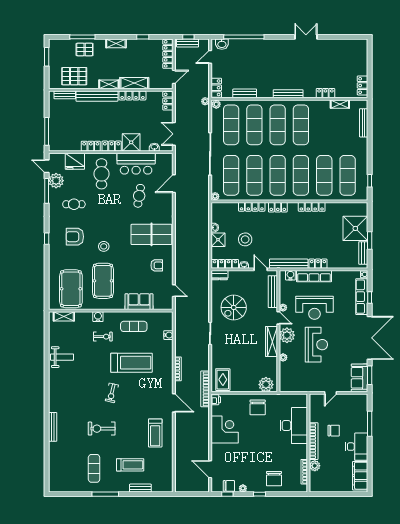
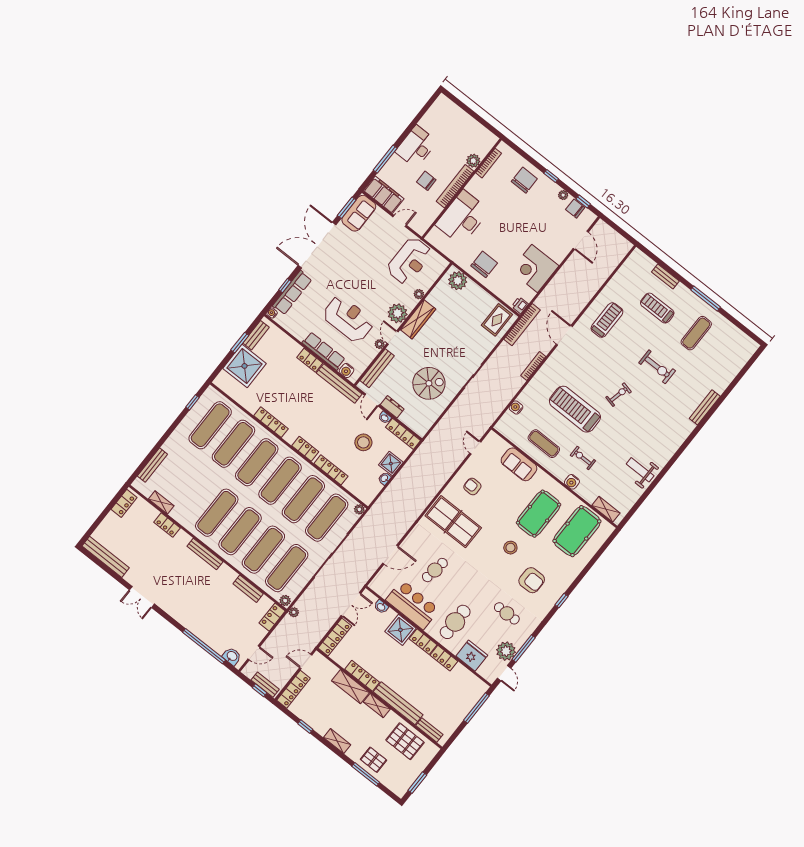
bench: (348, 44) -> (106, 557), added
locker: (168, 101) -> (335, 637), width x1.53
dresser: (219, 275) -> (392, 407), moved
reception desk: (316, 345) -> (409, 261), moved, turned 180
filing cabinet: (360, 476) -> (384, 195), moved, turned -90

